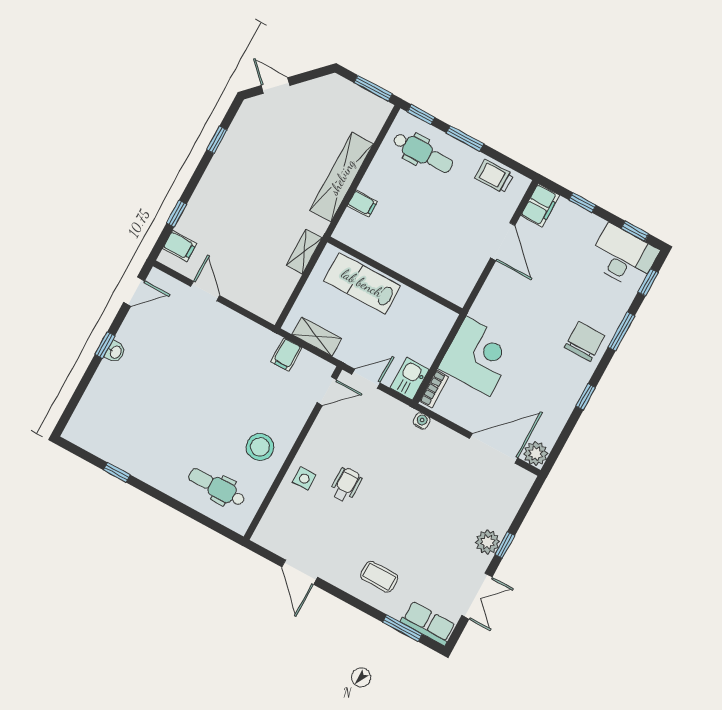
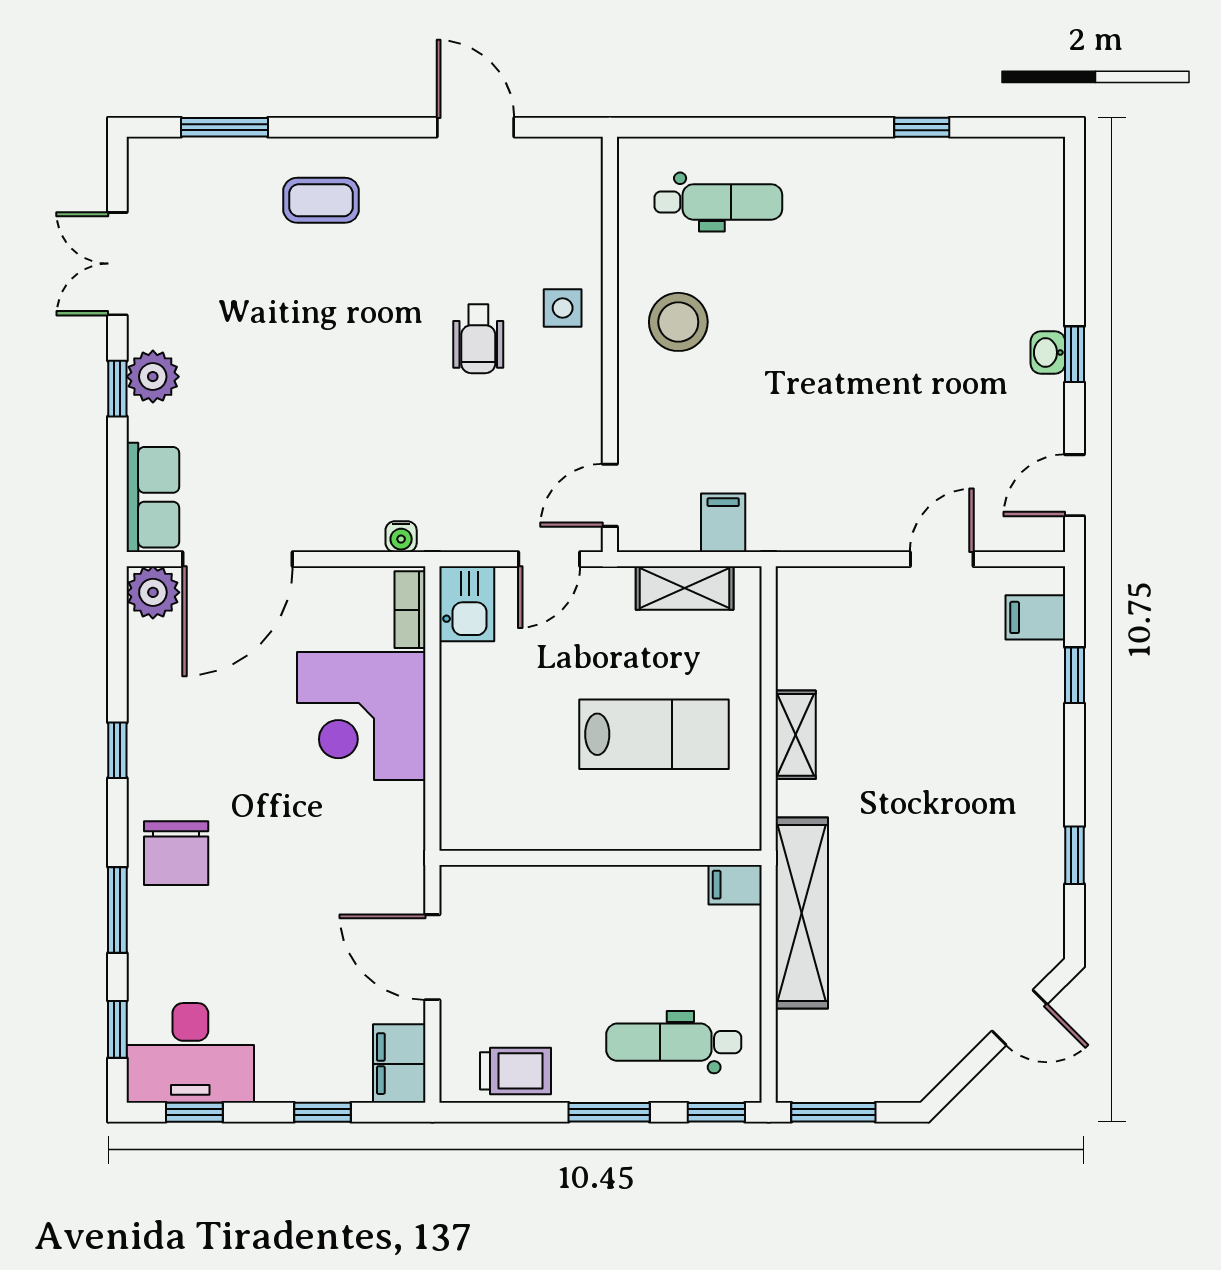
wall: (395, 275) -> (601, 858), moved
door: (205, 291) -> (942, 559), swing flipped
row of seats: (428, 623) -> (153, 497), moved, turned -90

